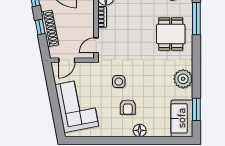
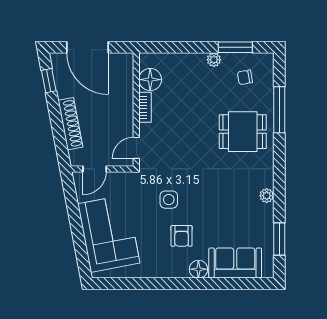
window: (40, 27) -> (57, 122), removed
dining table: (171, 34) -> (243, 132), turned 90
plant: (183, 79) -> (267, 196), width x0.53, depth x0.53
sofa: (182, 118) -> (235, 263), moved, turned 90

